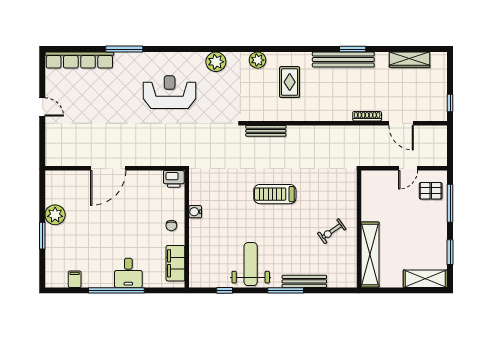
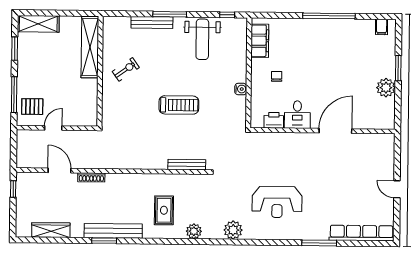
water cooler: (195, 212) -> (241, 89), moved
wall: (187, 229) -> (249, 73), moved
filing cabinet: (175, 263) -> (260, 41), moved
desk: (128, 273) -> (297, 115), moved, turned 180
filing cabinet: (75, 279) -> (382, 27), moved

